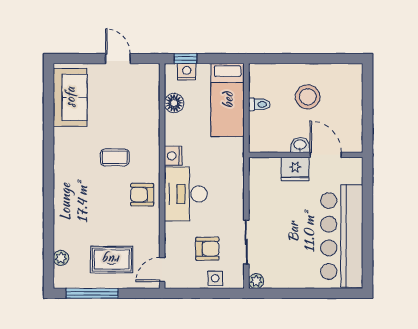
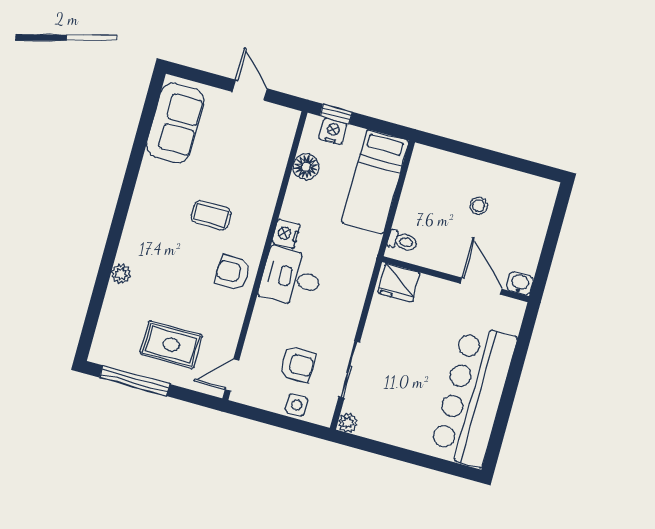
stool: (308, 97) -> (479, 206), width x0.53, depth x0.53
toilet: (259, 104) -> (402, 241), moved
washbasin: (300, 145) -> (520, 283), moved
fridge: (295, 169) -> (399, 283), moved
desk: (186, 194) -> (291, 277), width x0.73
plant: (61, 258) -> (121, 274), moved

